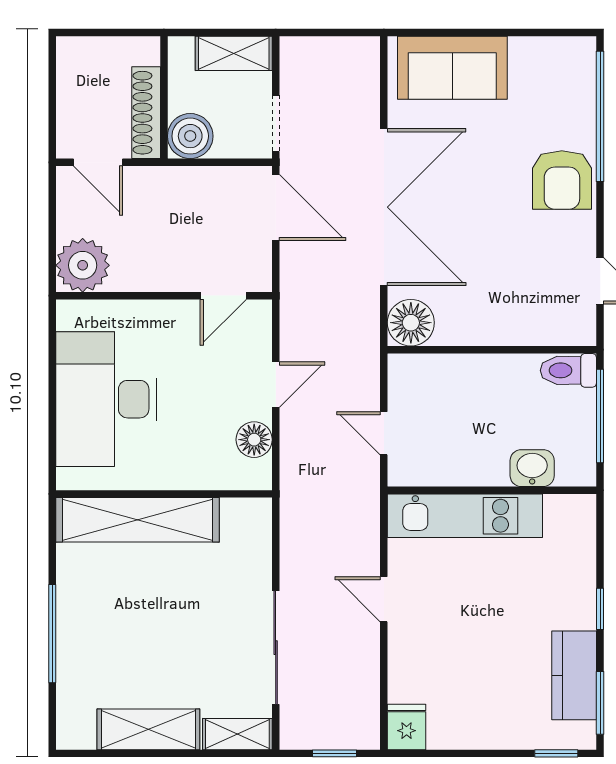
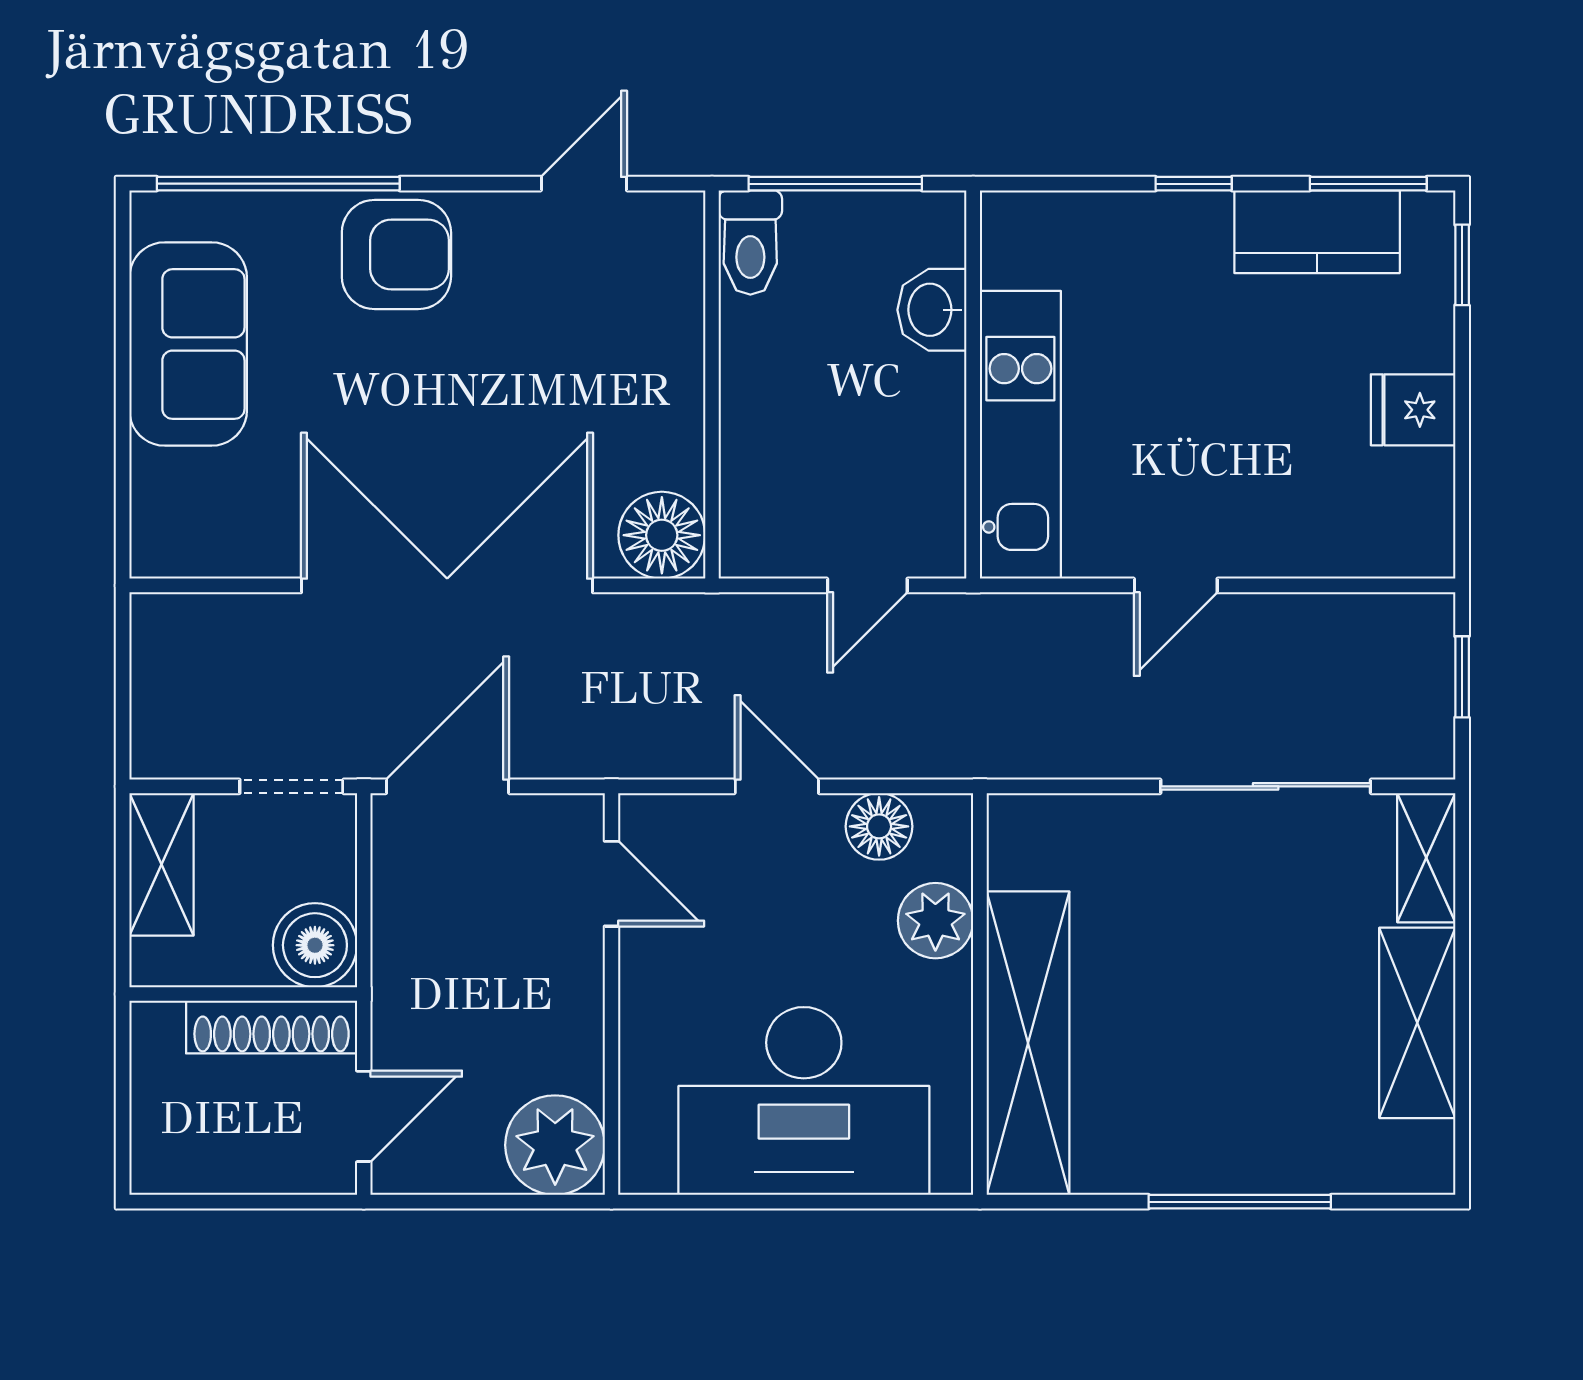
sofa: (452, 68) -> (188, 344), moved
plant: (203, 470) -> (935, 921), added
fridge: (407, 727) -> (1413, 410), moved

